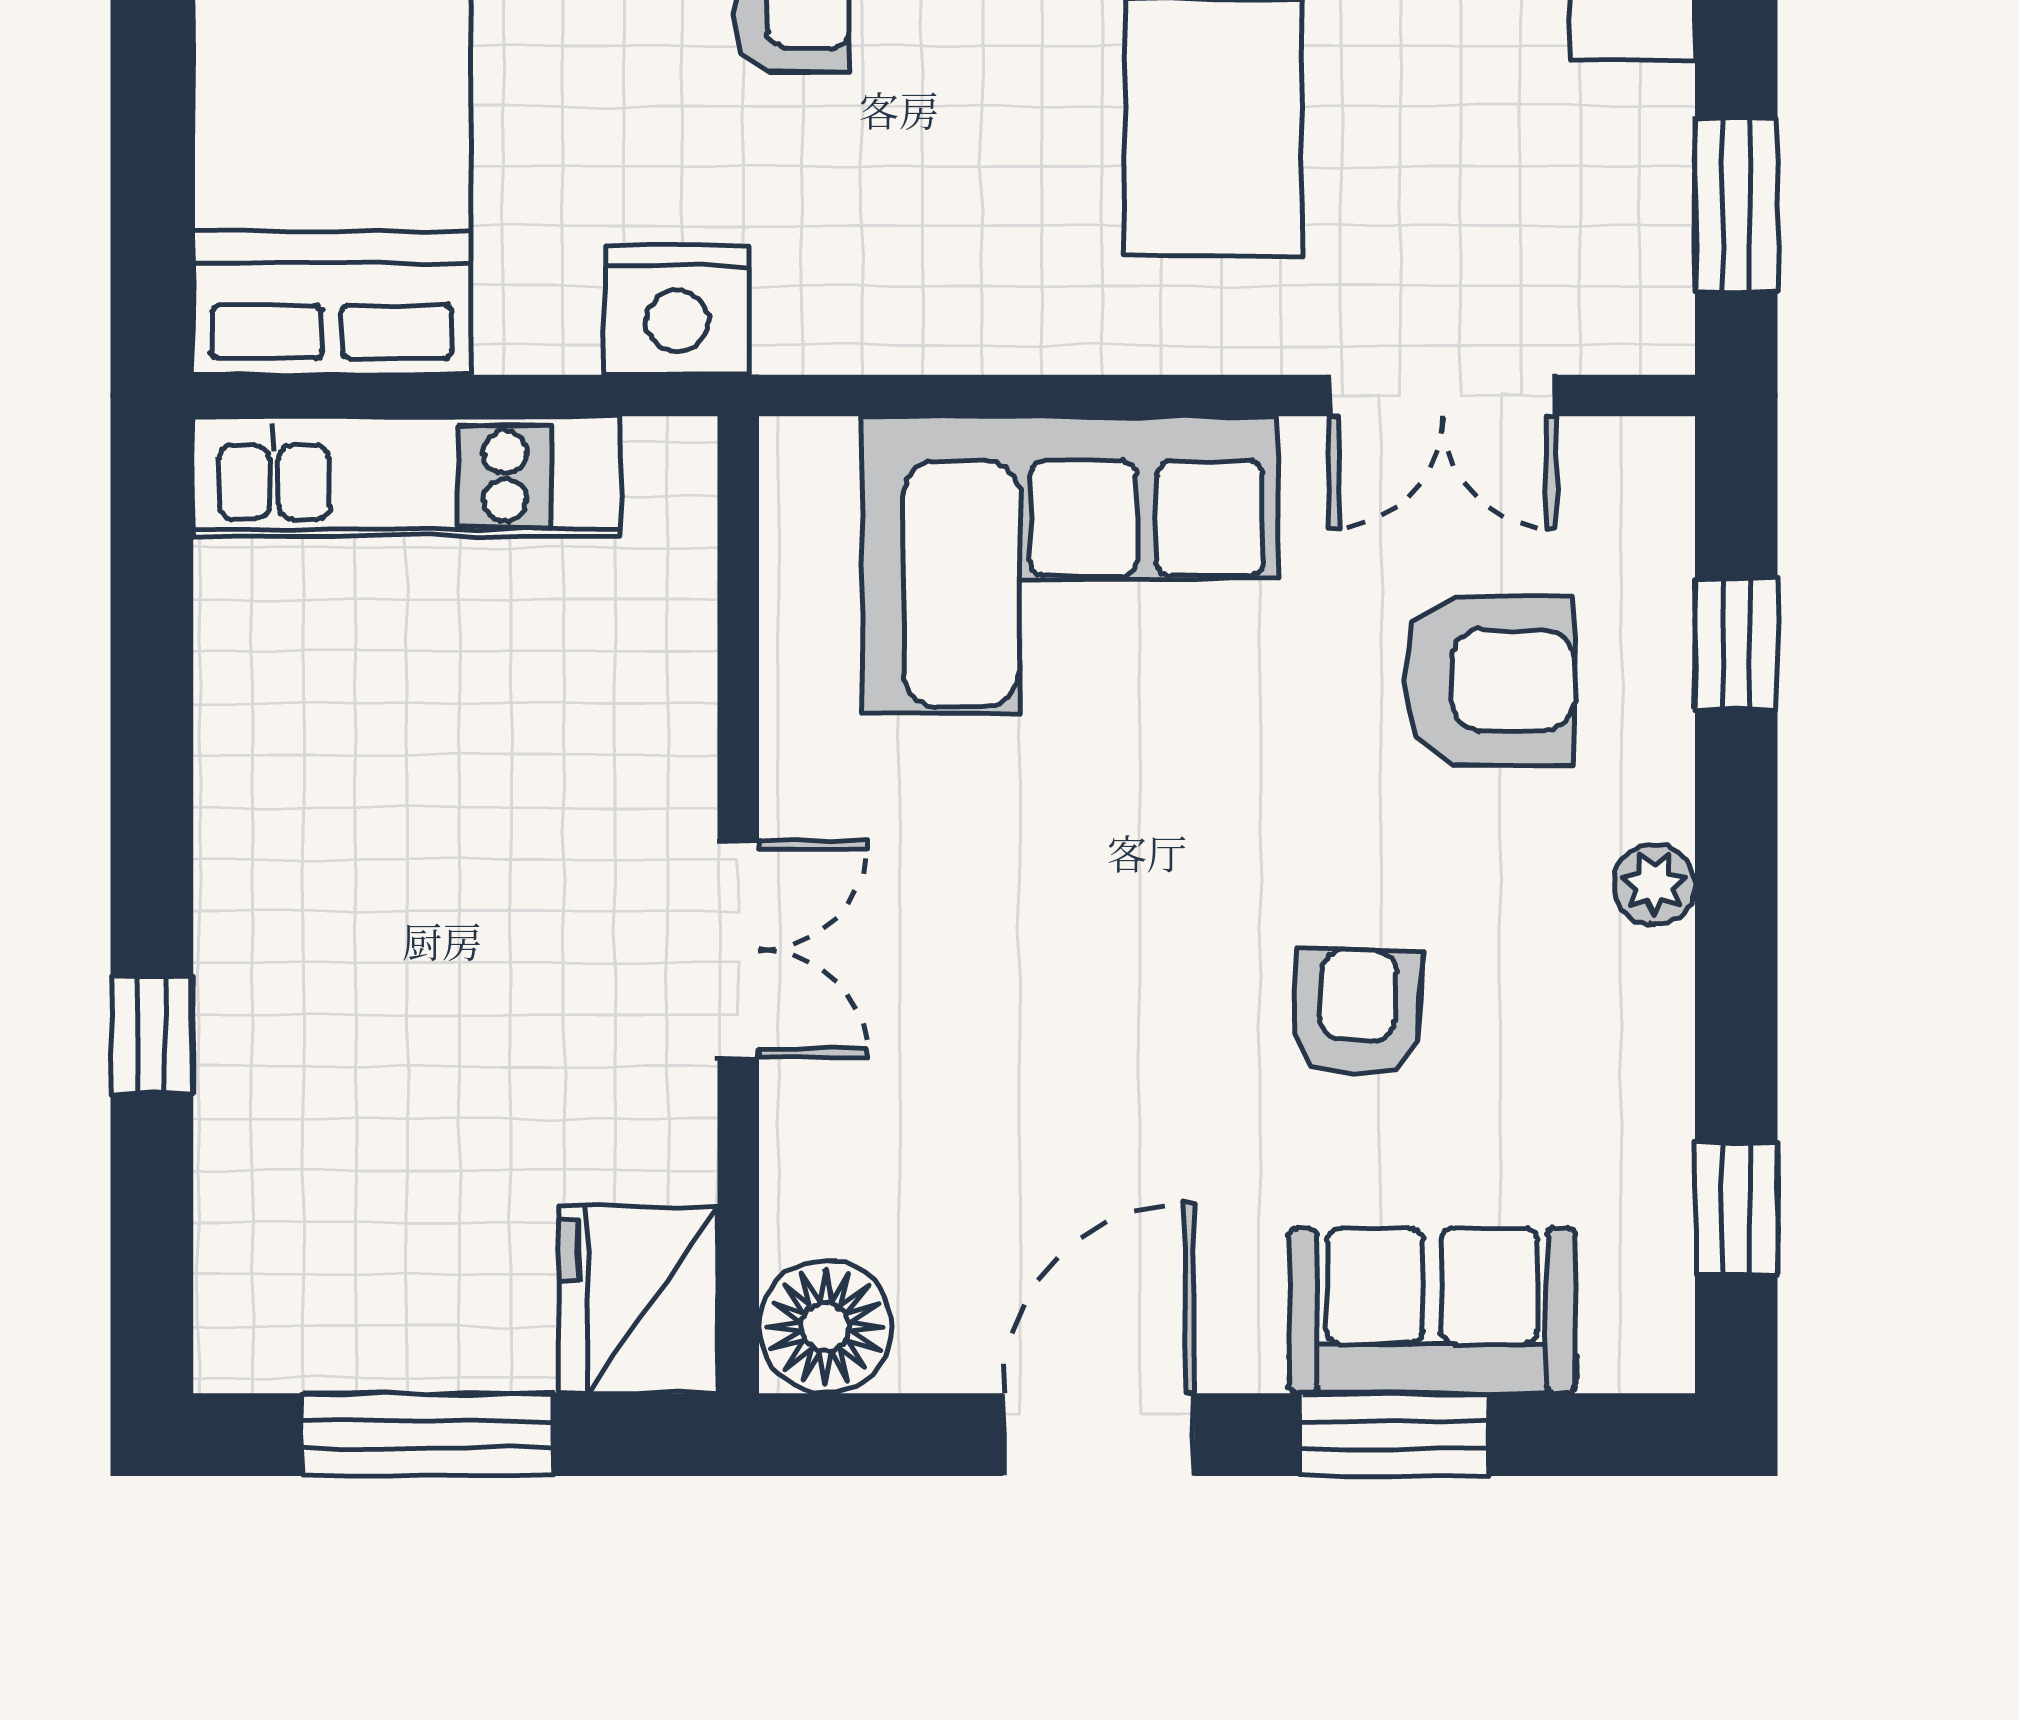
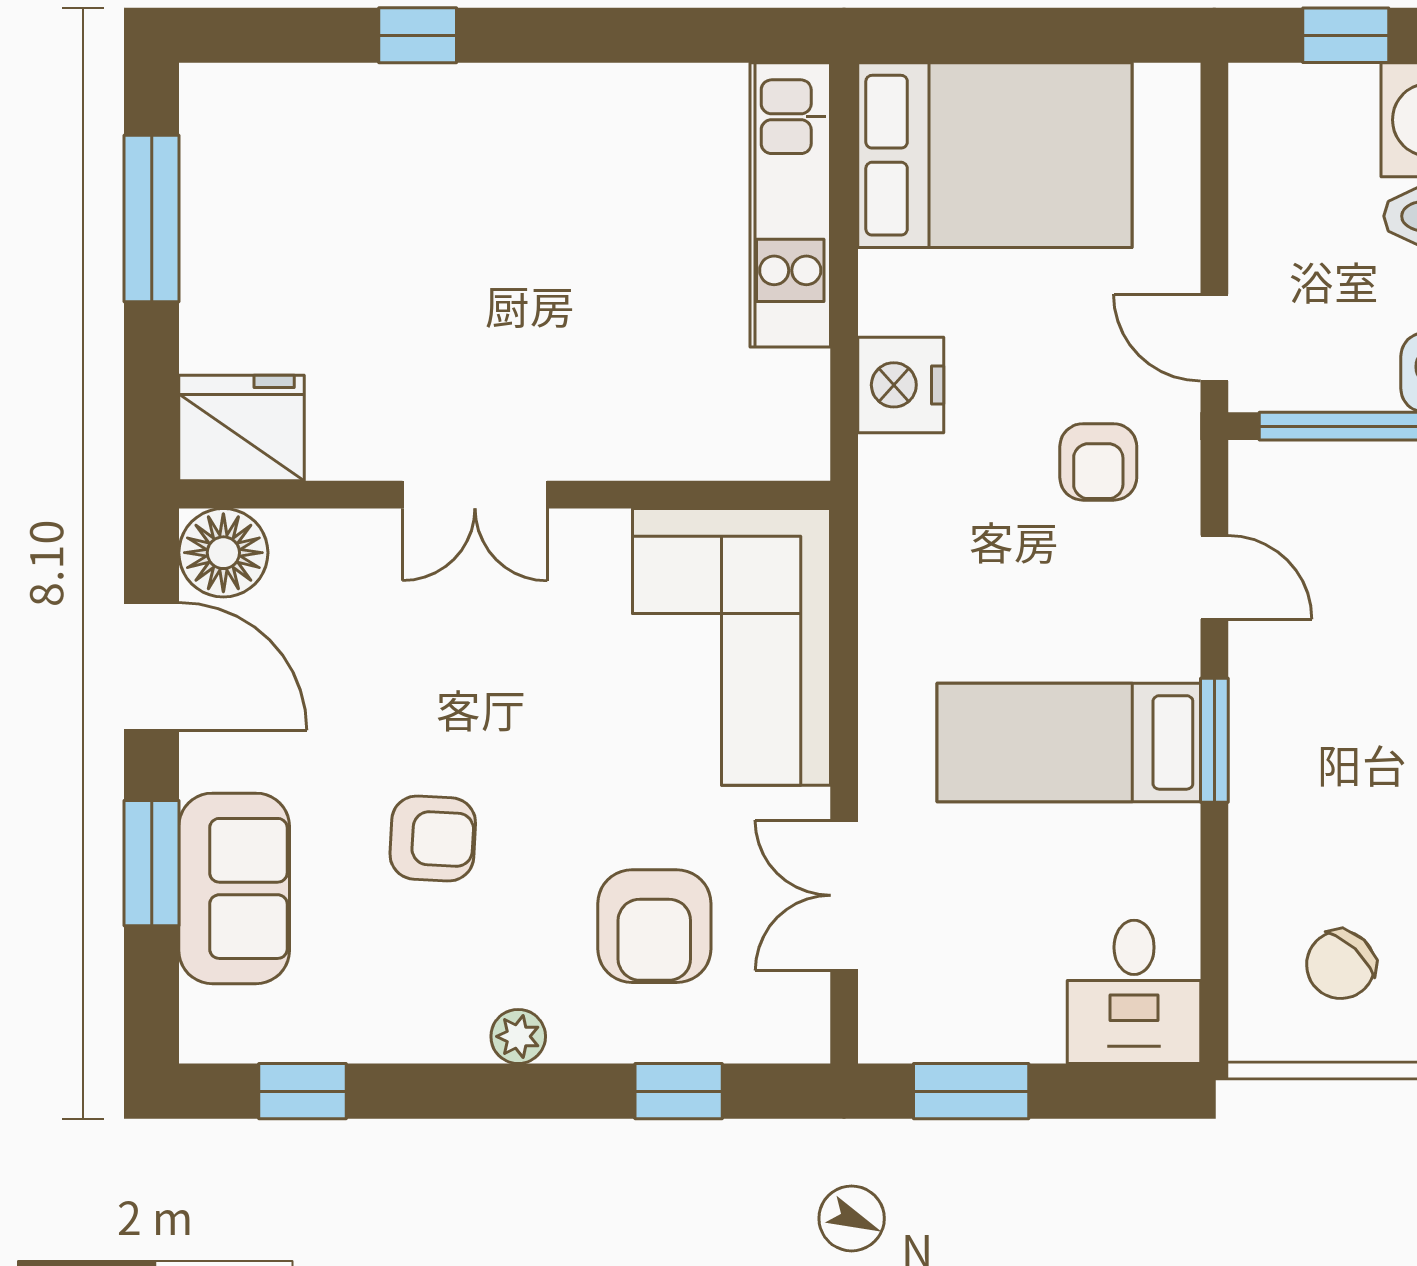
wall: (738, 905) -> (505, 495), moved
double door: (738, 949) -> (475, 495), moved
fridge: (638, 1300) -> (242, 428), moved
floor lamp: (825, 1327) -> (223, 553), moved

